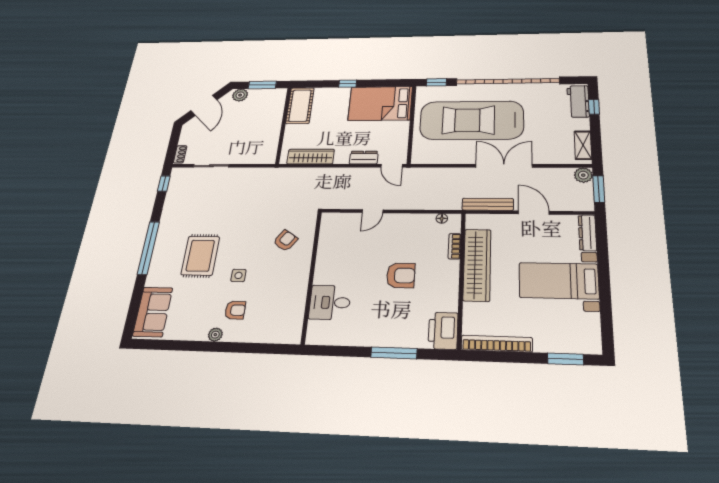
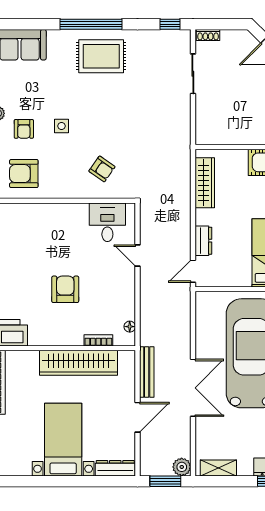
rug: (200, 256) -> (101, 56), moved
armchair: (401, 275) -> (65, 289), turned 180
desk: (330, 302) -> (107, 222), moved
armchair: (279, 311) -> (24, 174), added

